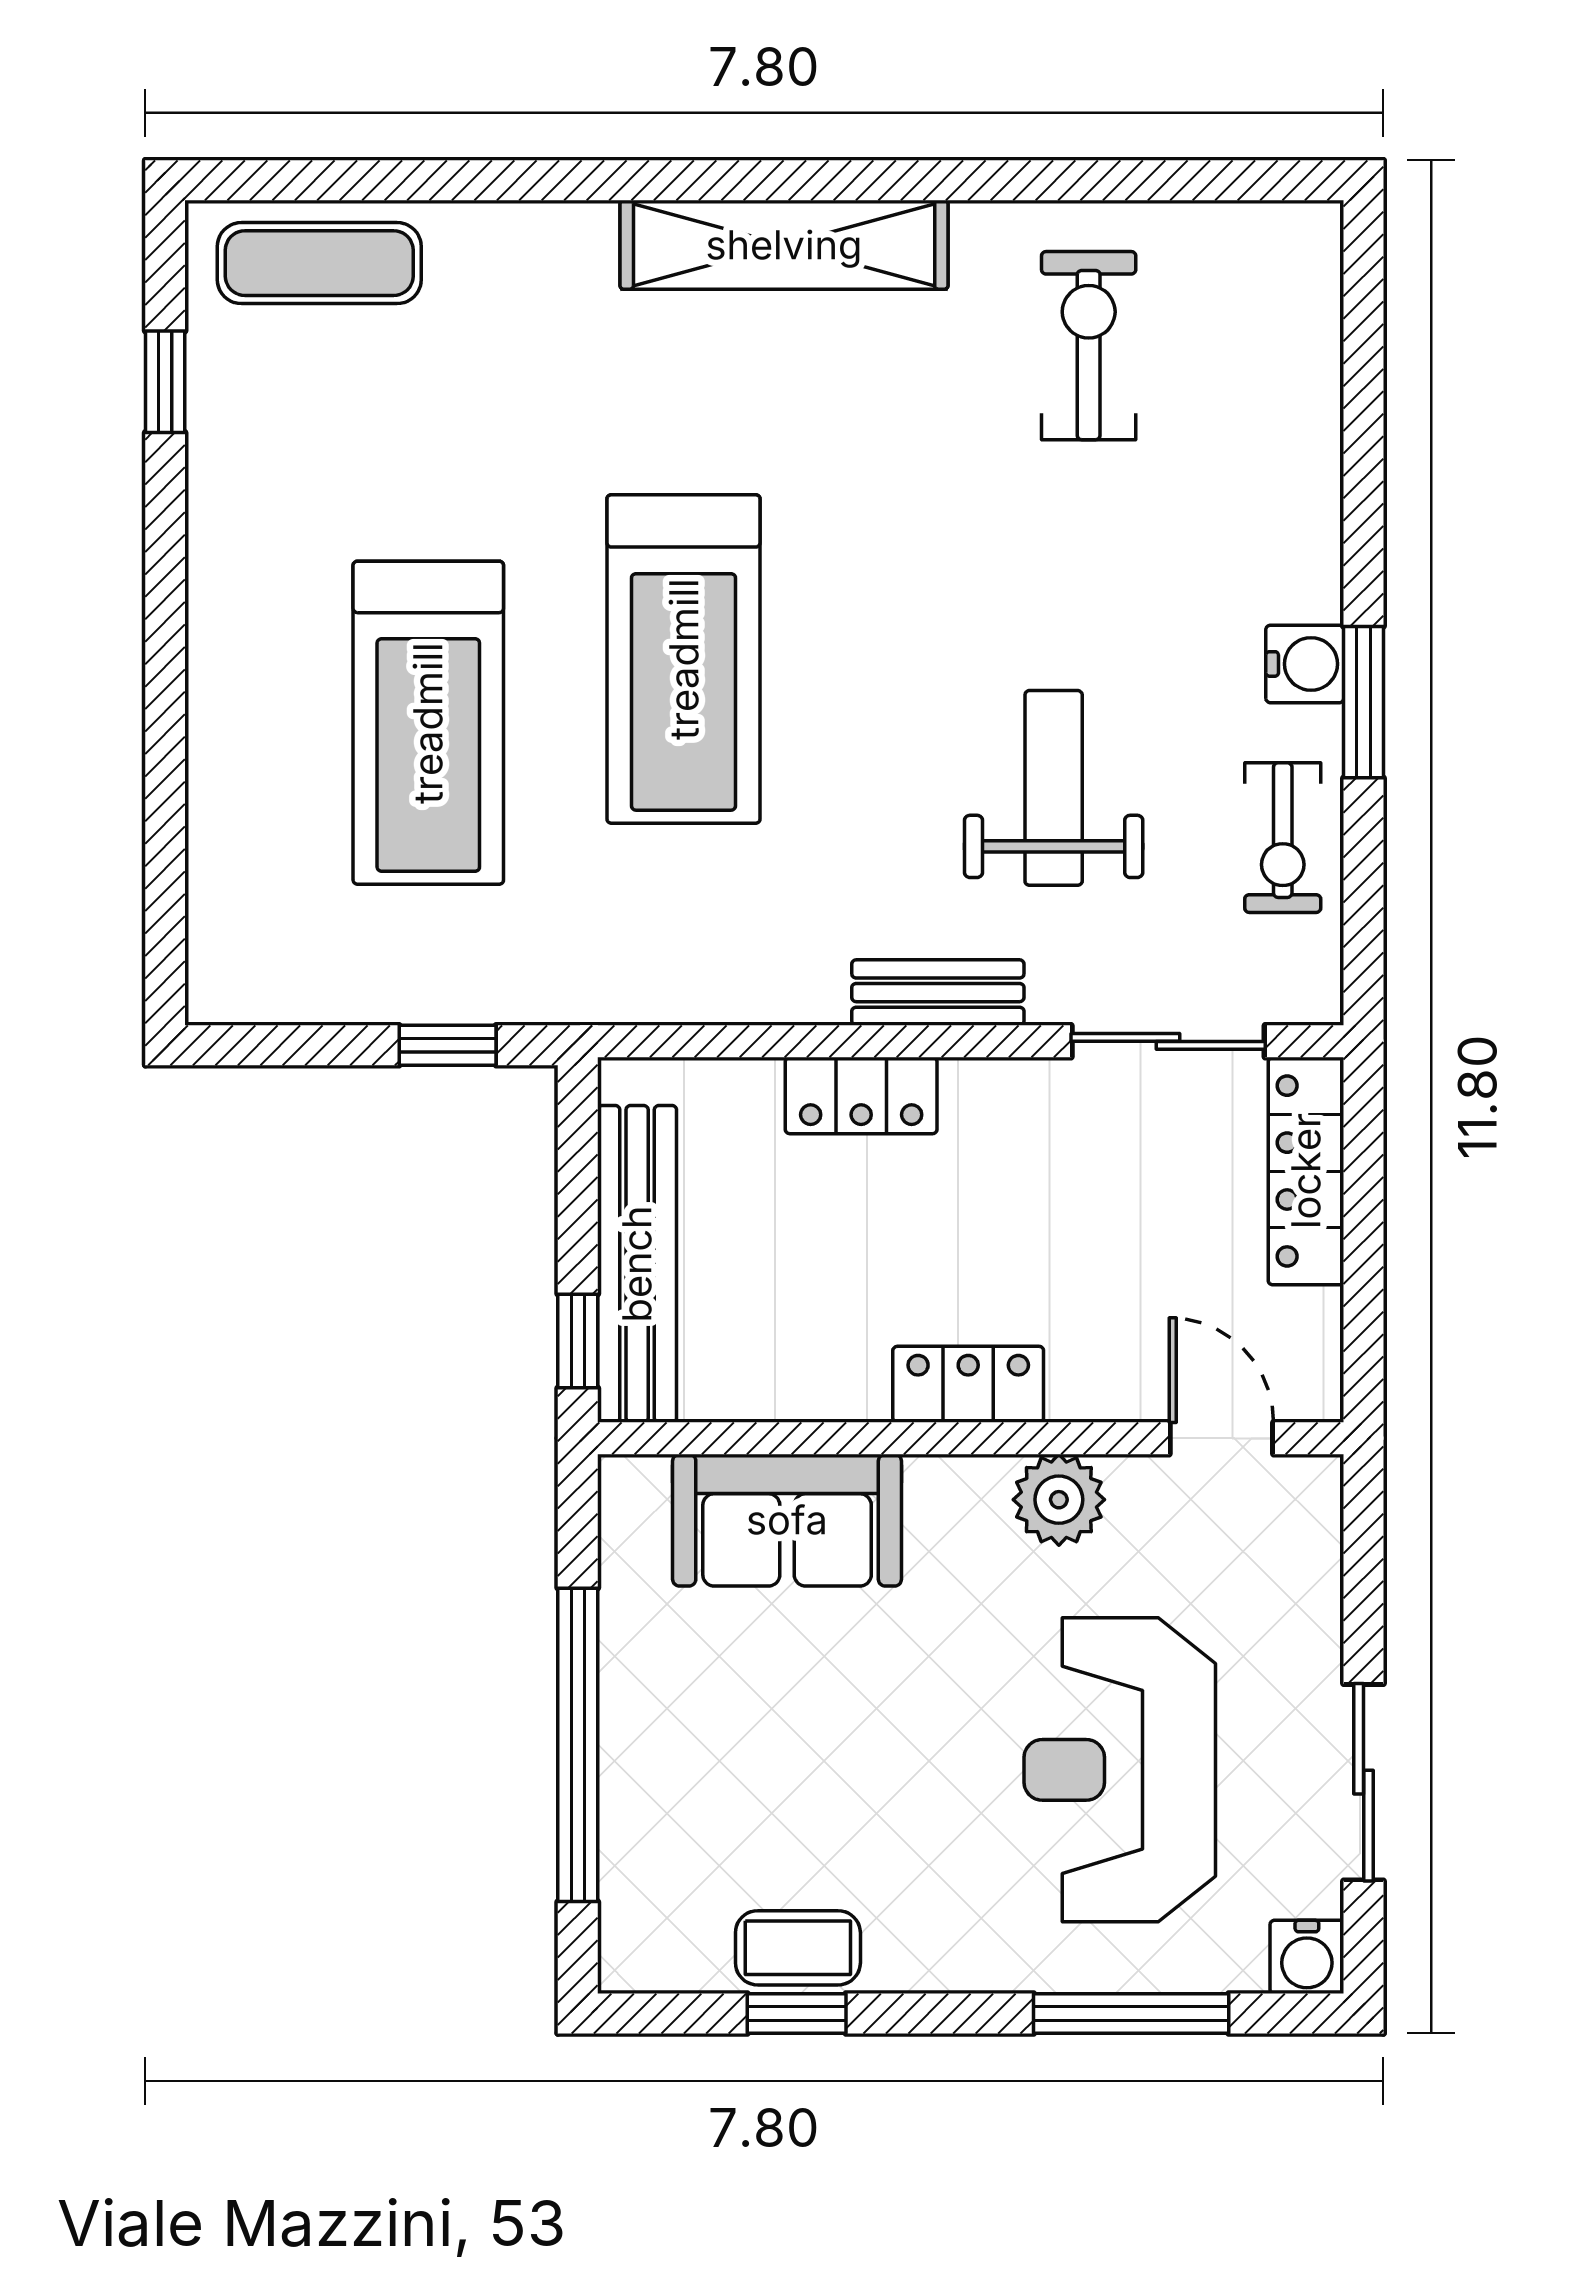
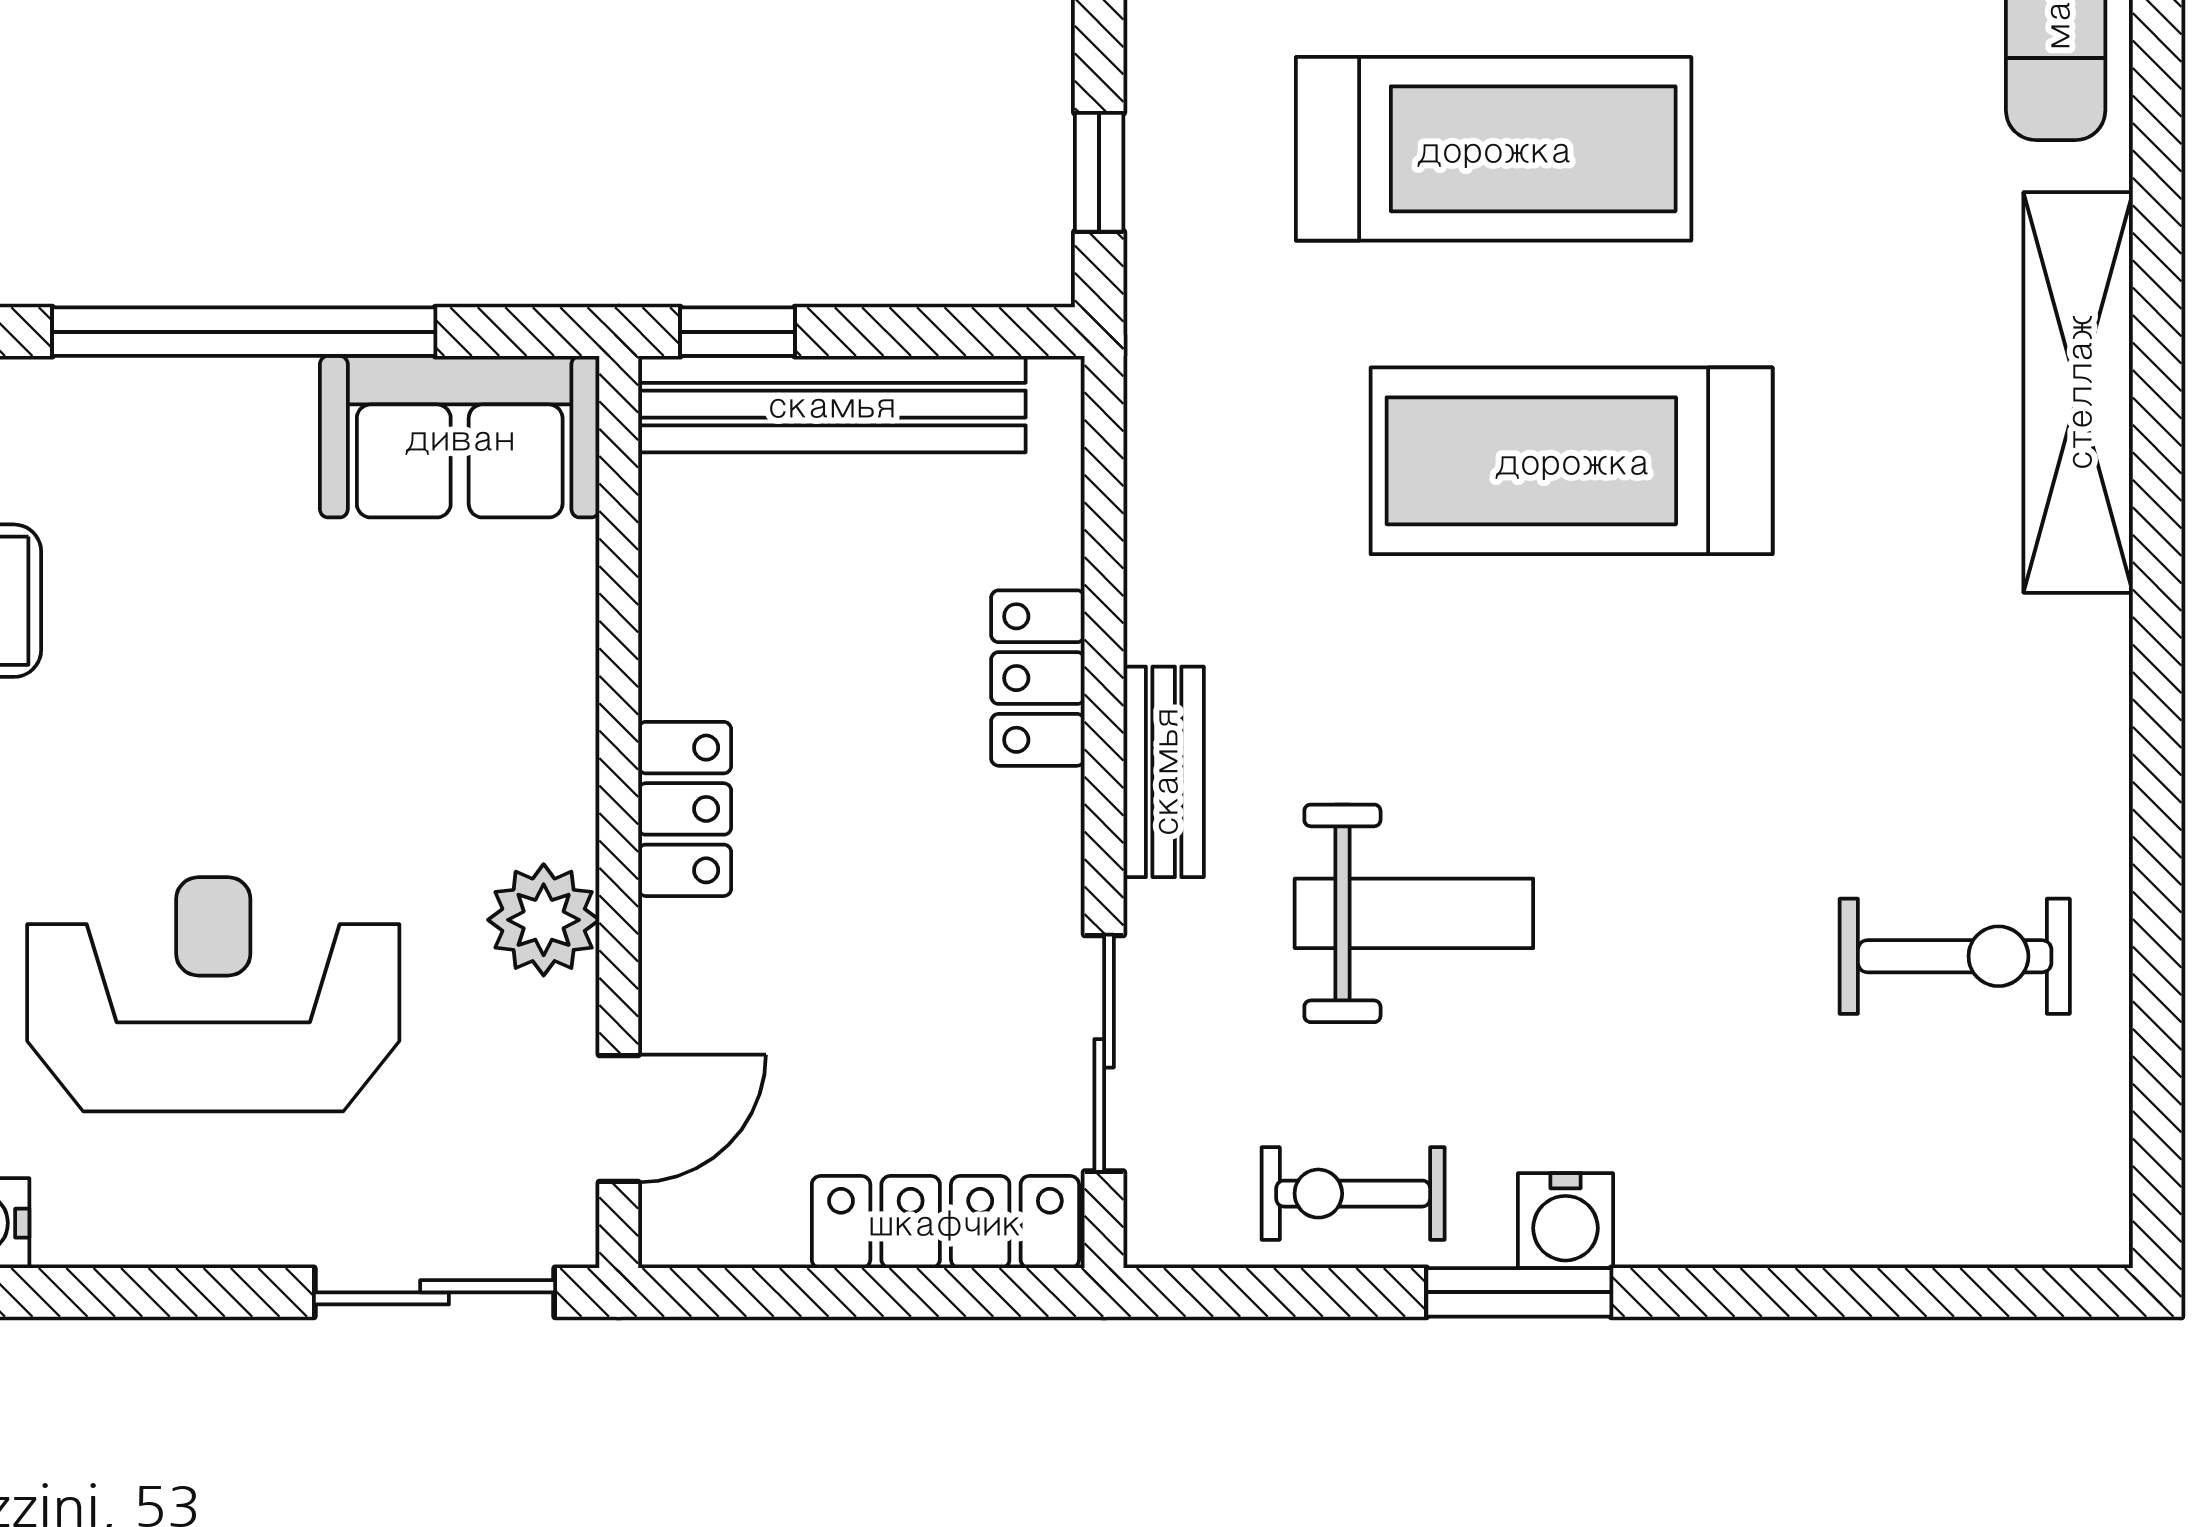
shelving: (784, 245) -> (2078, 392), moved
treadmill: (428, 723) -> (1494, 149), turned 180
sofa: (787, 1520) -> (460, 437), moved, turned -90
sliding door: (1364, 1782) -> (434, 1292), moved

